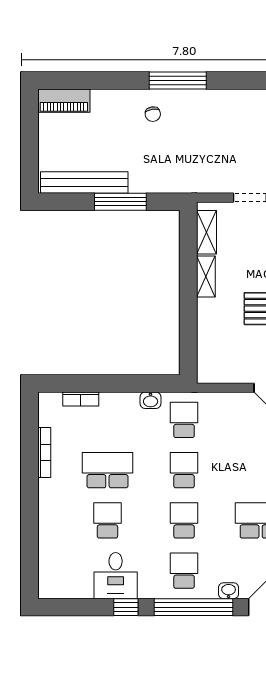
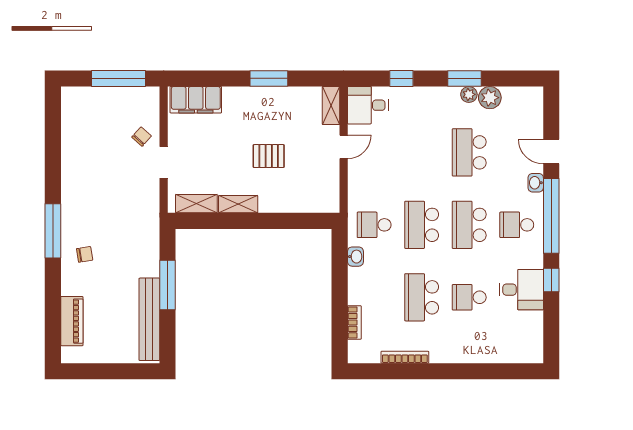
piano: (64, 101) -> (72, 321), moved
school desk: (184, 470) -> (422, 225), width x1.85
school desk: (184, 520) -> (469, 225), width x1.85

